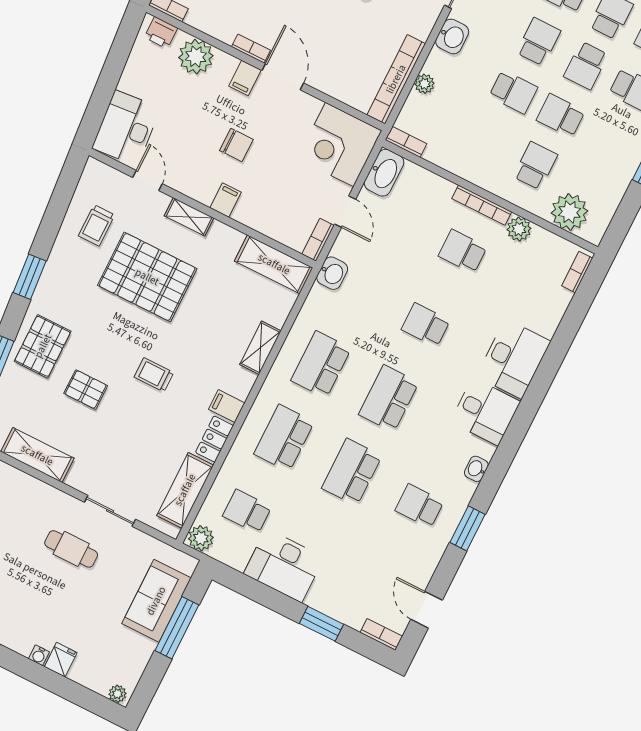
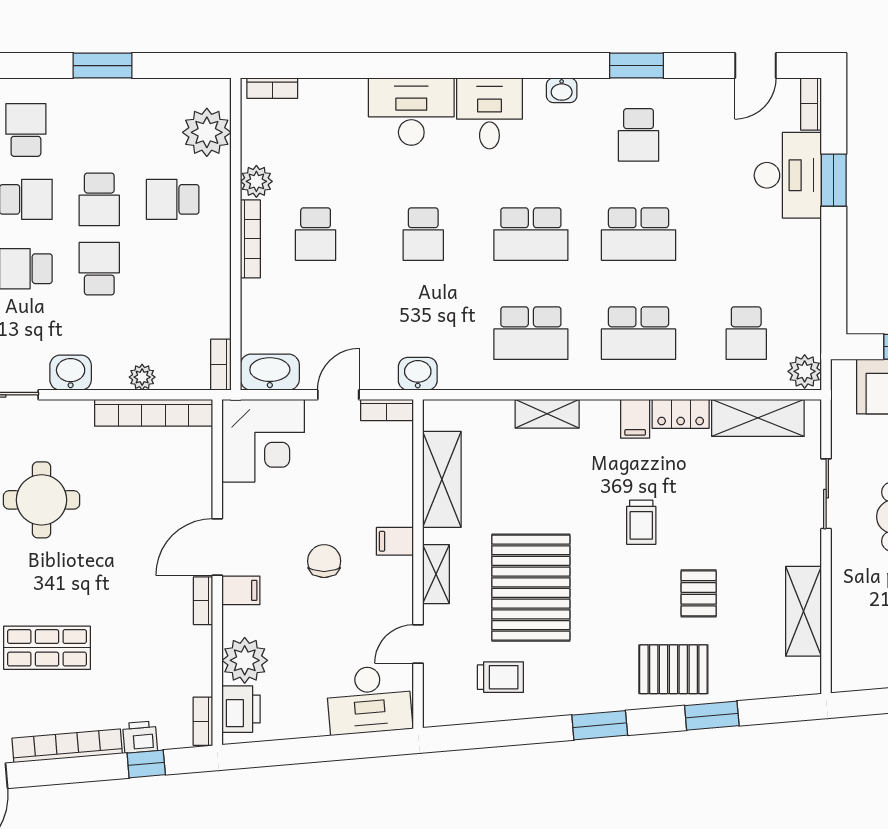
printer: (161, 33) -> (241, 709), width x1.36, depth x1.24
shelving: (274, 264) -> (442, 479), moved
desk: (284, 566) -> (788, 175), moved

